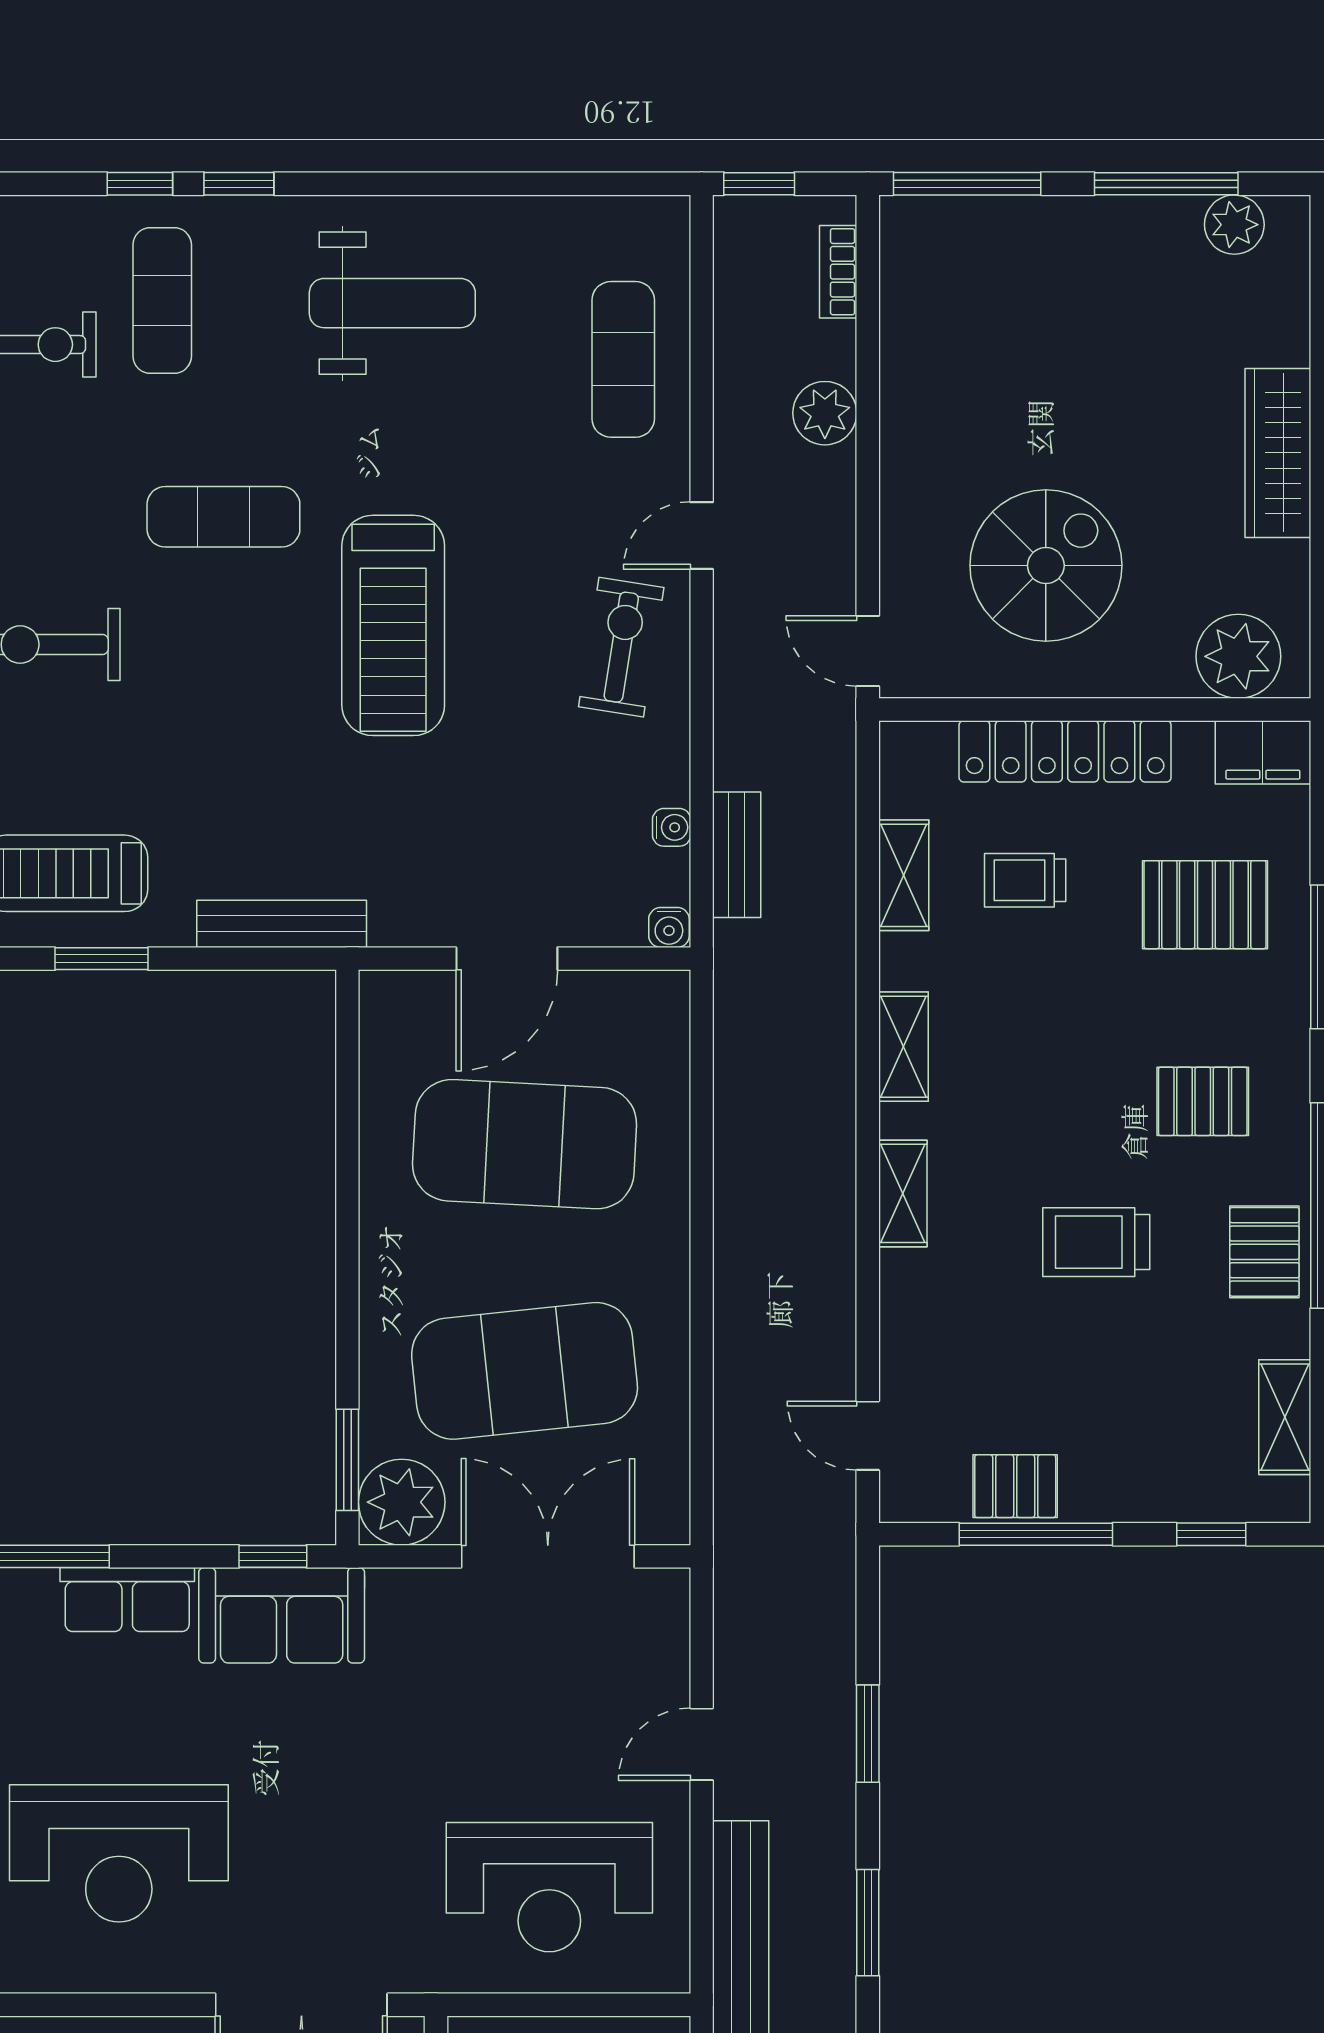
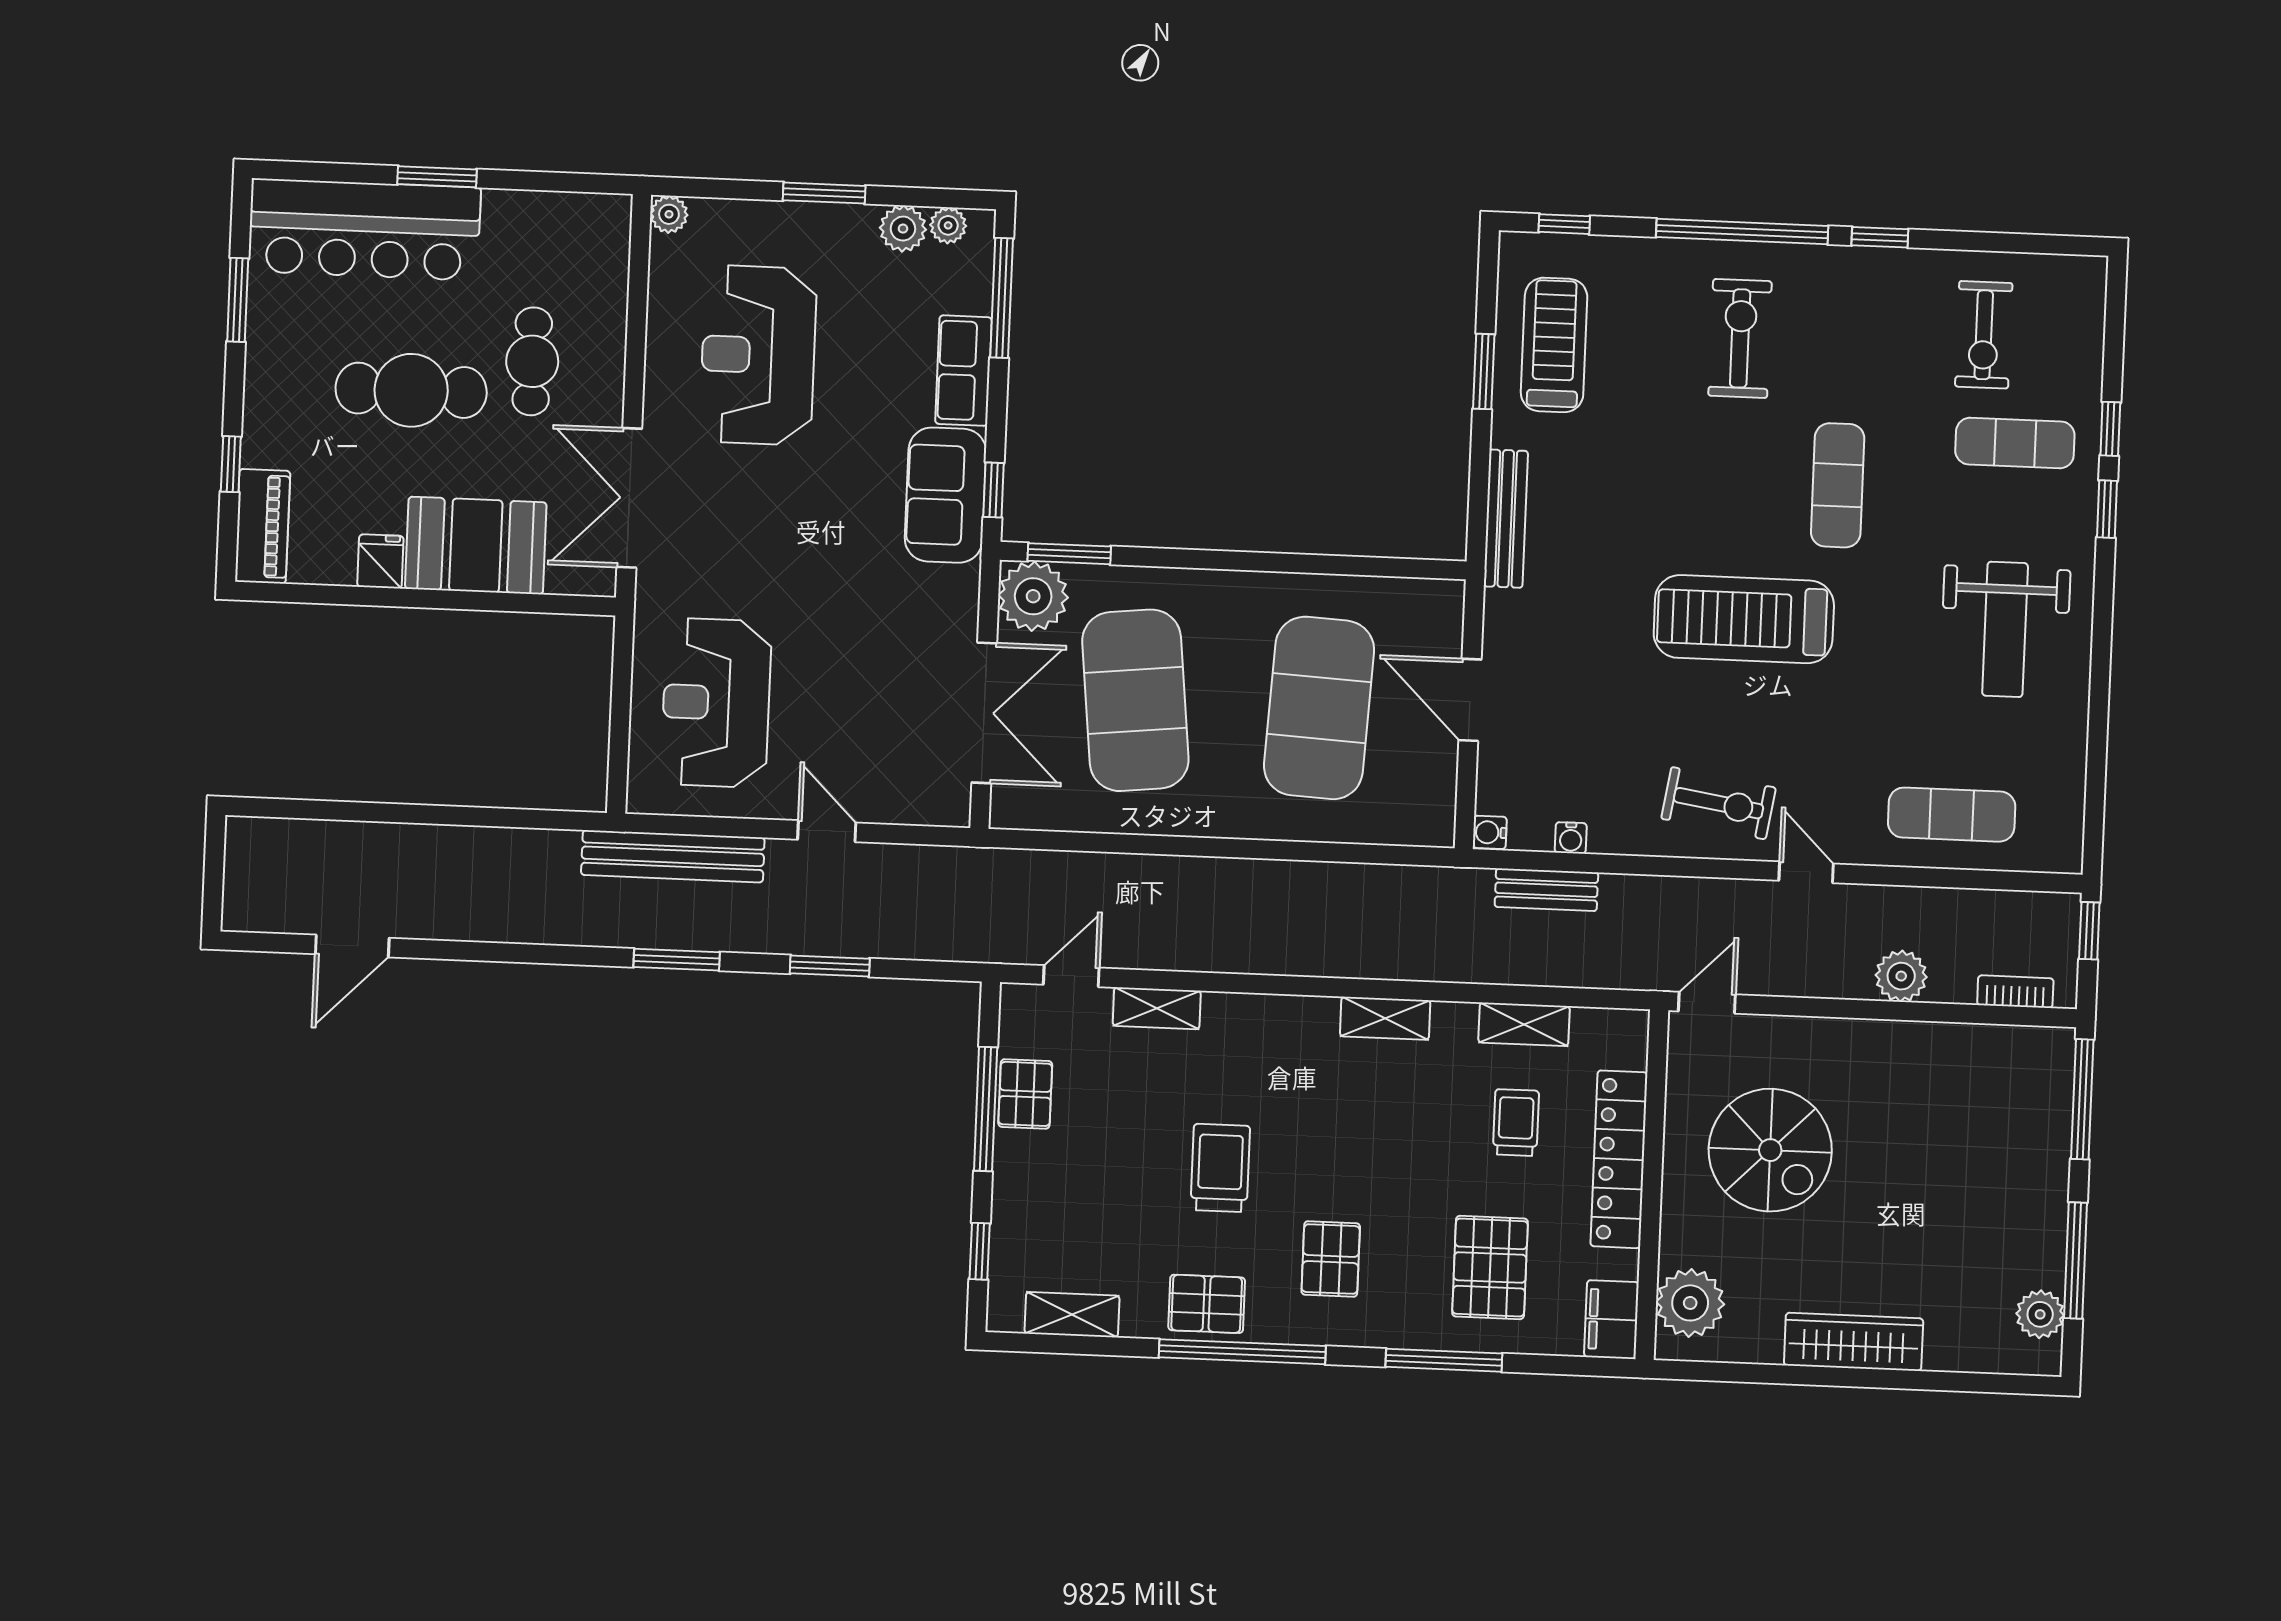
shelving: (903, 1193) -> (1157, 1008), moved

